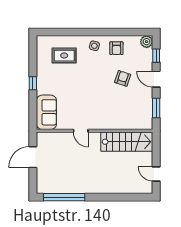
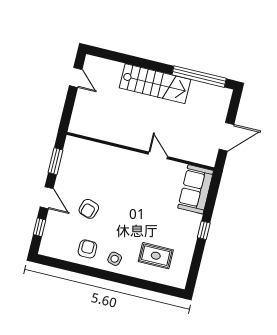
plant: (147, 42) -> (47, 248), removed
stairs: (127, 142) -> (155, 84), moved, turned 180

